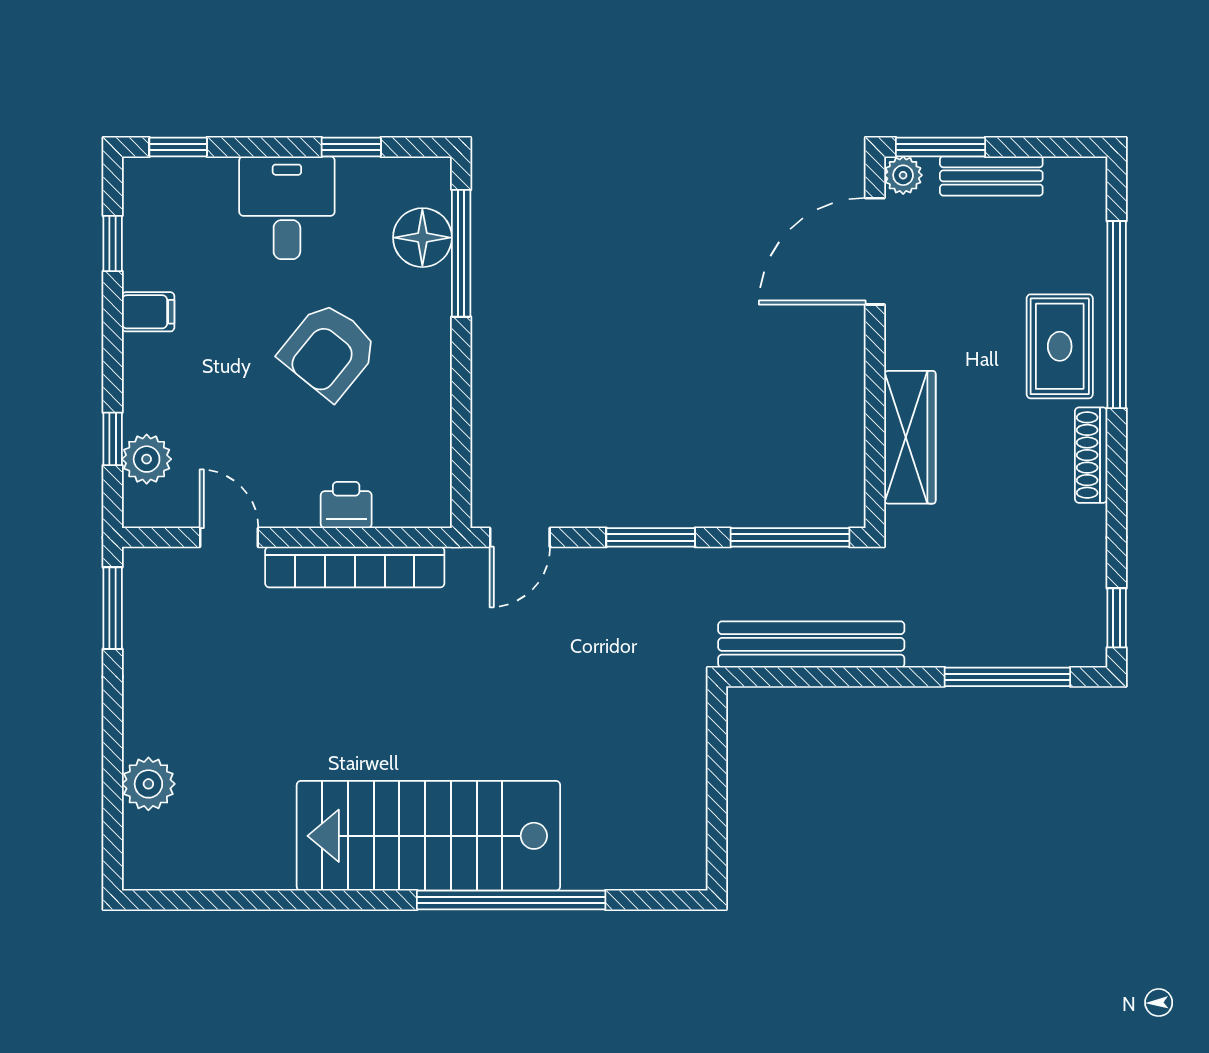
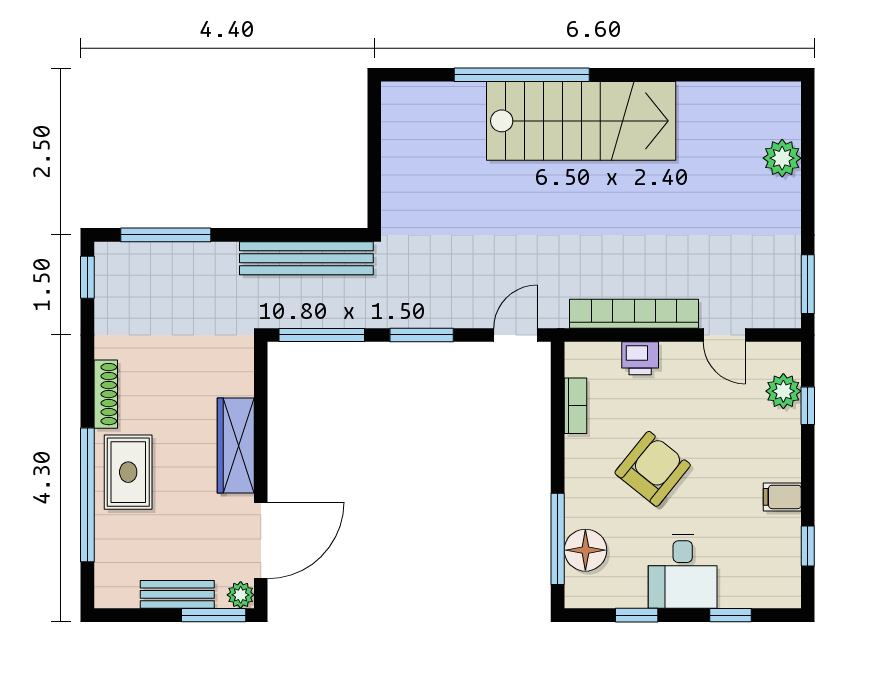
window: (178, 147) -> (730, 615), moved
wardrobe: (910, 437) -> (236, 445), moved
bookcase: (436, 439) -> (575, 406), added

